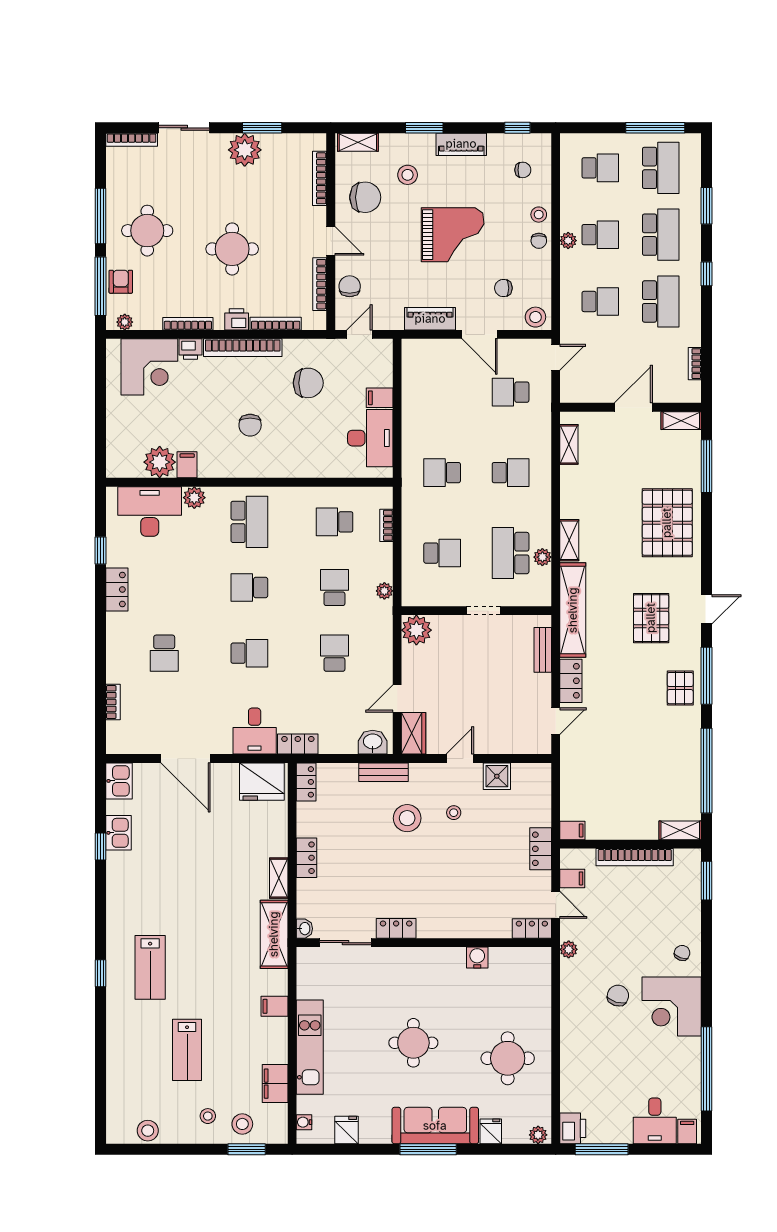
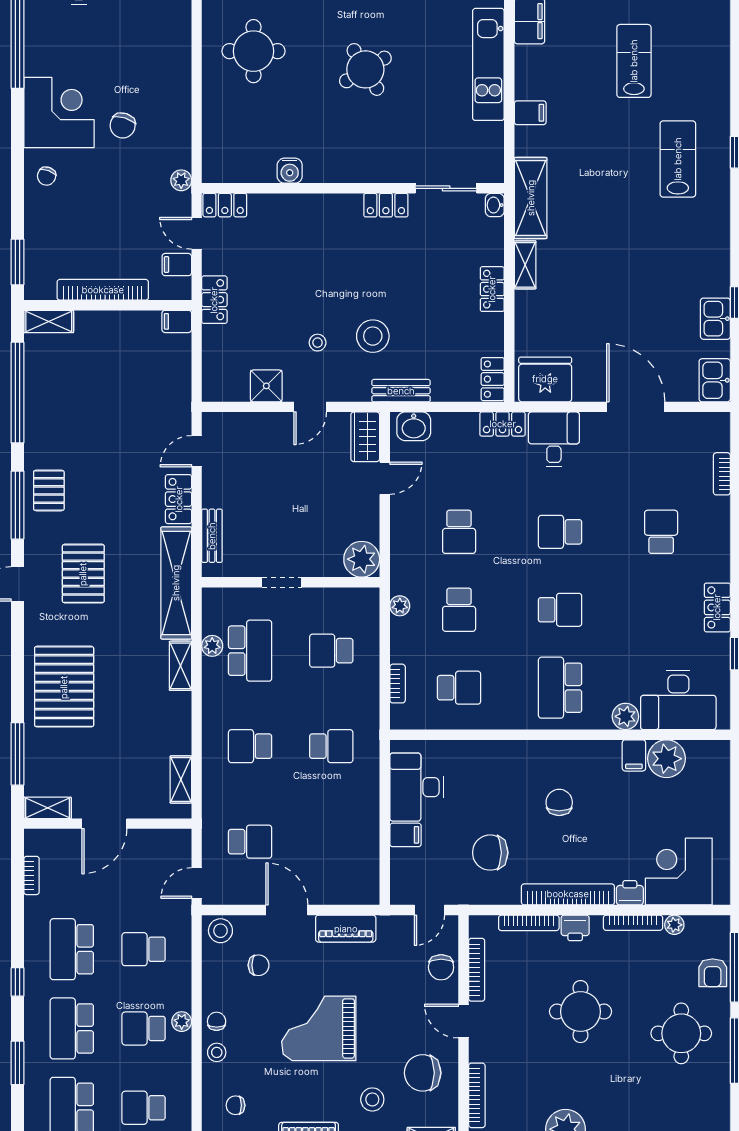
plant: (125, 322) -> (674, 925), moved
round table: (413, 1043) -> (365, 69), turned -31

